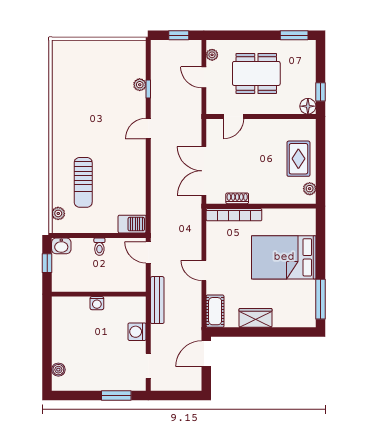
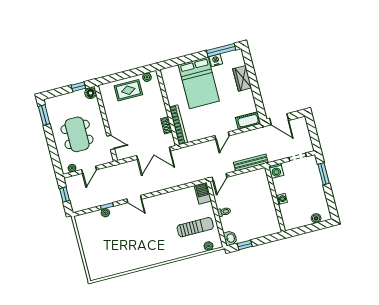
sun lounger: (83, 182) -> (195, 227), moved
nightstand: (309, 288) -> (216, 60), added
wall: (99, 294) -> (275, 199), moved
washing machine: (97, 303) -> (282, 199), moved
wardrobe: (255, 318) -> (242, 78), moved

